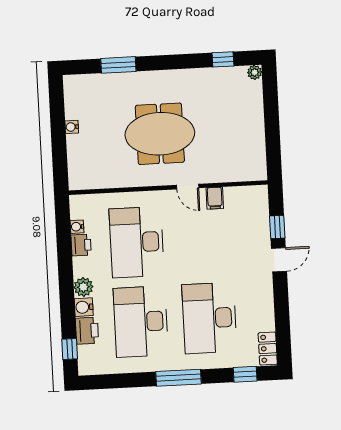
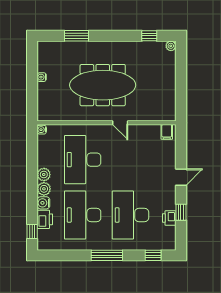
meeting table: (160, 134) -> (103, 85), width x1.36
filing cabinet: (215, 198) -> (167, 132), moved
water cooler: (77, 227) -> (42, 130), moved
window: (277, 227) -> (181, 212), moved
printer: (81, 245) -> (169, 218), moved, turned 180
plant: (82, 266) -> (44, 175), added
locker: (268, 349) -> (170, 238), removed

